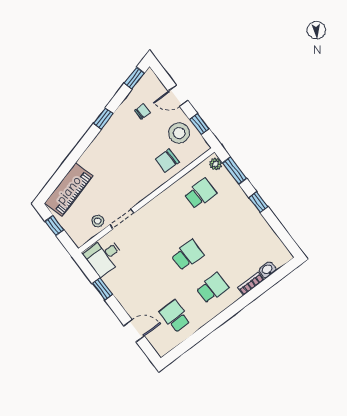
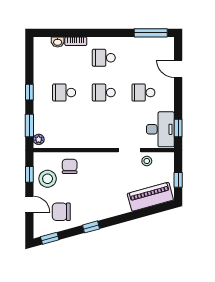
chair: (142, 112) -> (61, 212), width x1.87, depth x1.87
chair: (167, 161) -> (70, 166), turned -90
school desk: (200, 194) -> (64, 93), moved
desk: (104, 256) -> (160, 129), width x1.37
window: (102, 289) -> (178, 128), moved
school desk: (175, 316) -> (143, 93), moved, turned 90
window: (186, 345) -> (151, 33), added

